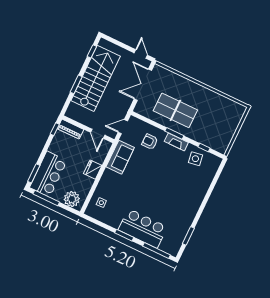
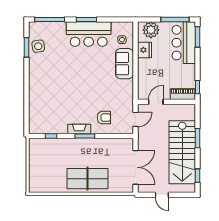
door: (141, 54) -> (162, 195), moved
table tennis table: (175, 110) -> (88, 179), moved
door: (98, 134) -> (156, 102), hinge flipped
sofa: (120, 157) -> (125, 64), moved
side table: (195, 159) -> (38, 46), moved
fridge: (93, 170) -> (144, 50), moved
bar counter: (143, 228) -> (89, 34), moved

